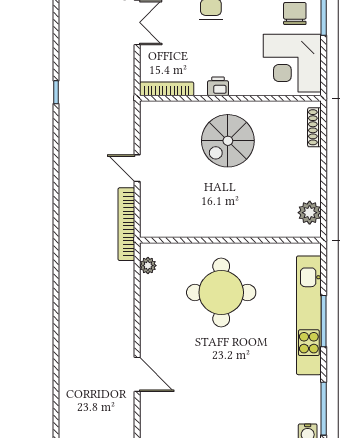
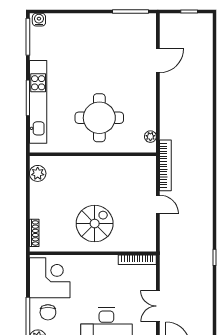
printer: (218, 86) -> (101, 262), removed
door: (137, 374) -> (158, 61), swing flipped

